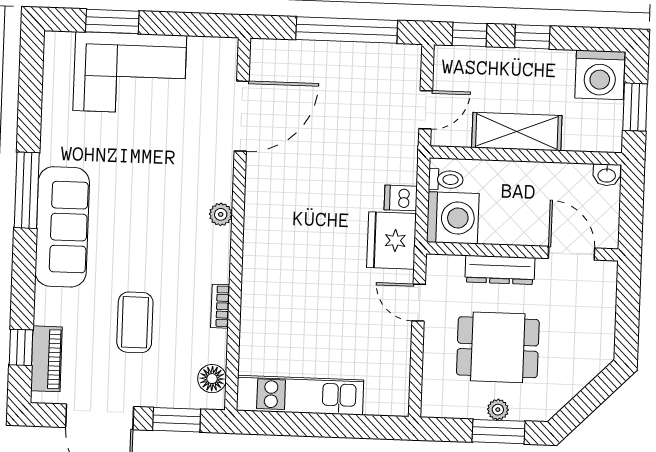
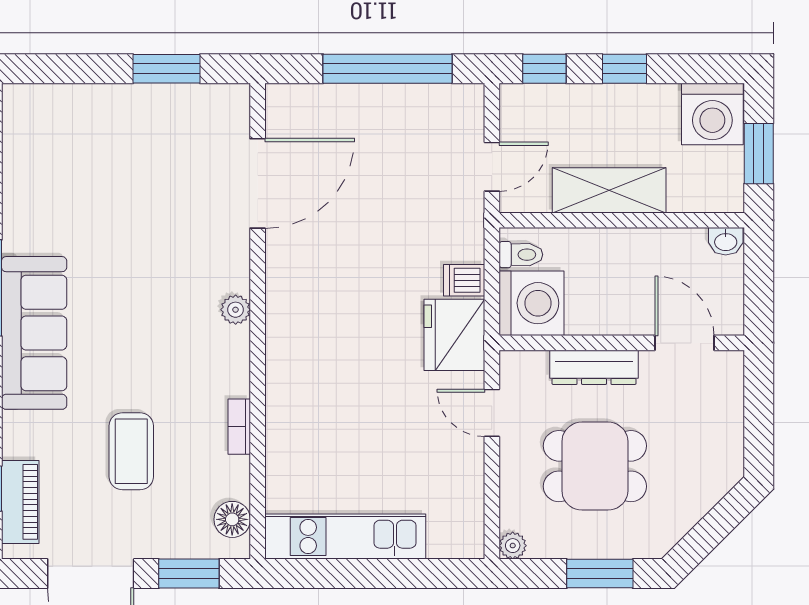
window: (112, 21) -> (166, 69), moved
corner sofa: (130, 73) -> (113, 134), removed
plant: (498, 410) -> (513, 546), moved

